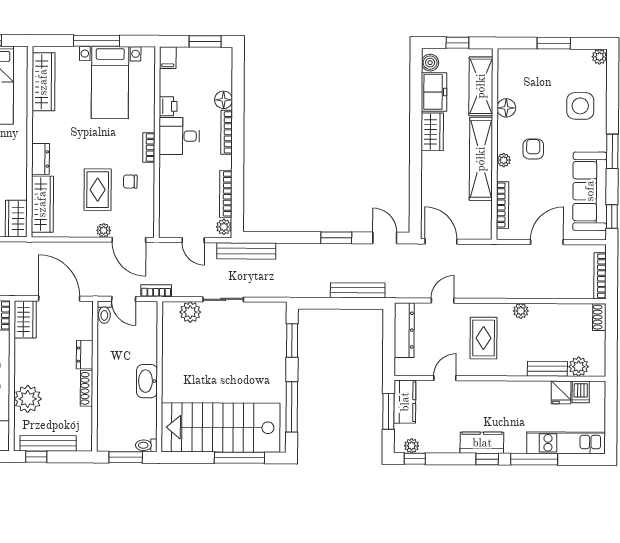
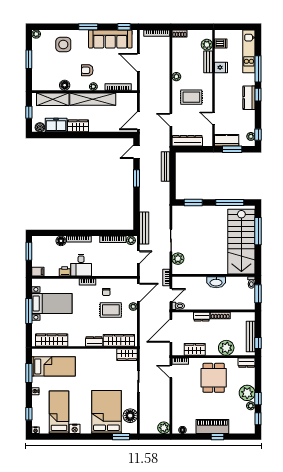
wardrobe: (25, 319) -> (195, 349), moved
fridge: (561, 392) -> (221, 67), moved

